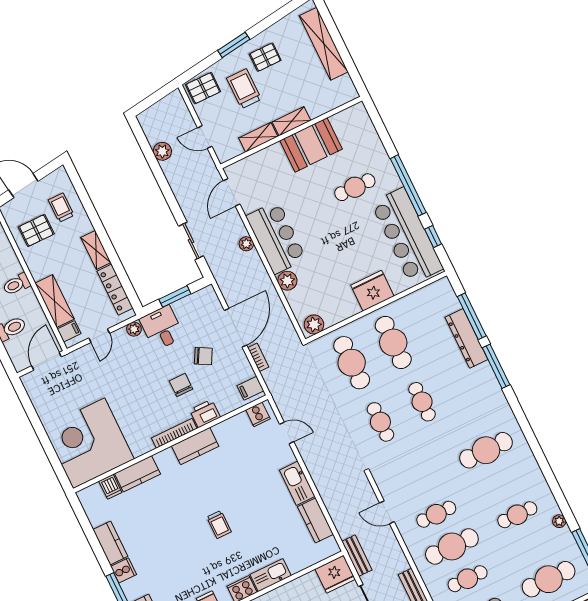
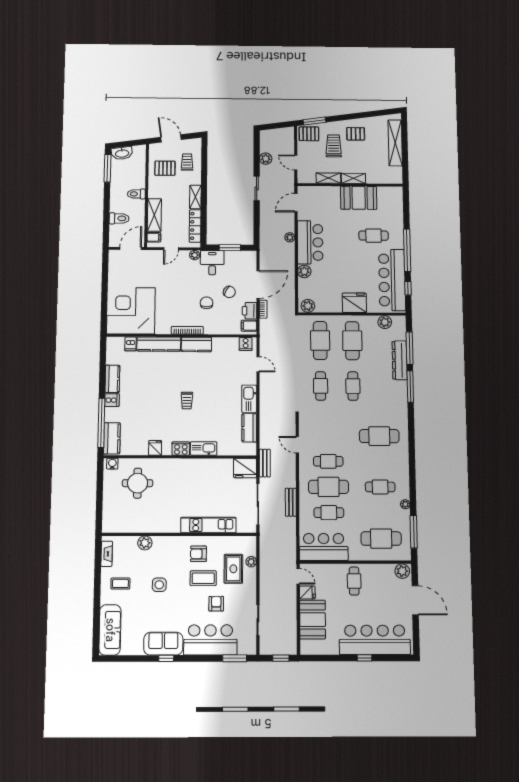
window: (234, 45) -> (314, 121), moved
sliding door: (191, 241) -> (257, 188), moved
plant: (424, 297) -> (385, 322), added
printer: (205, 413) -> (249, 311), moved, turned -90
kitchen counter: (137, 474) -> (159, 344), width x1.50

